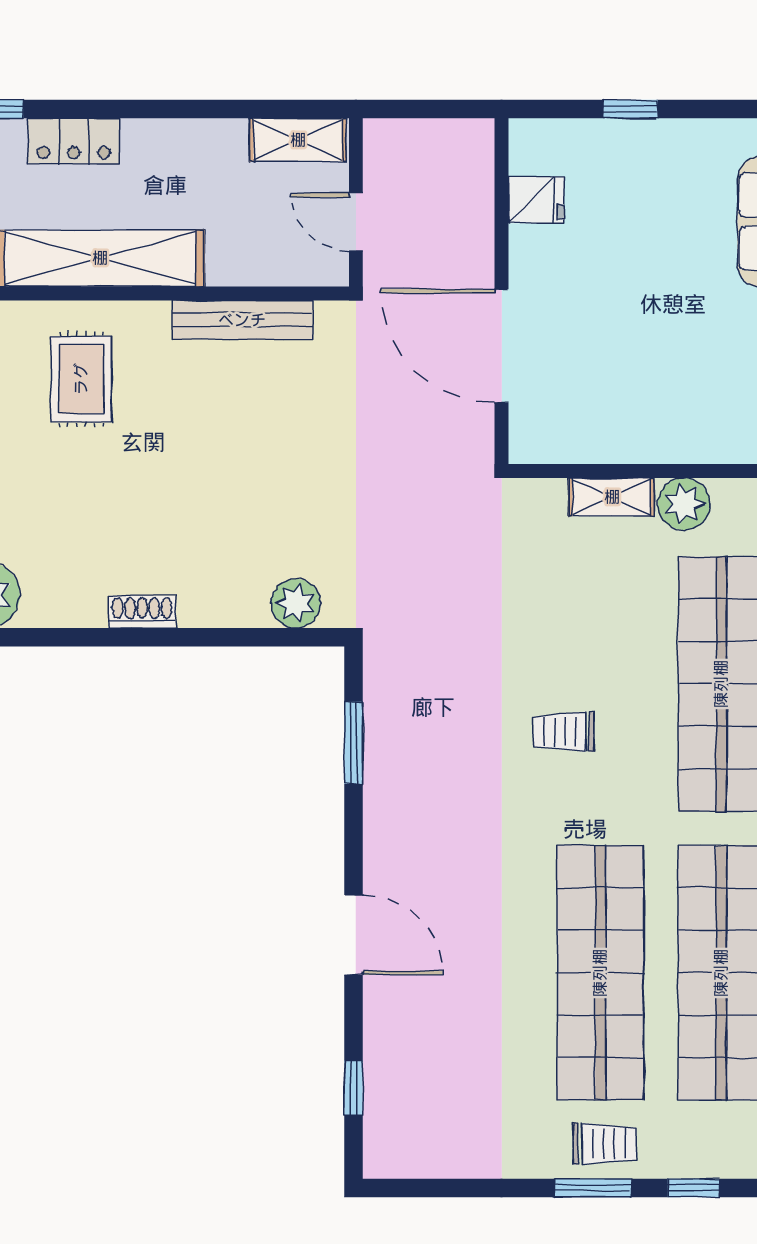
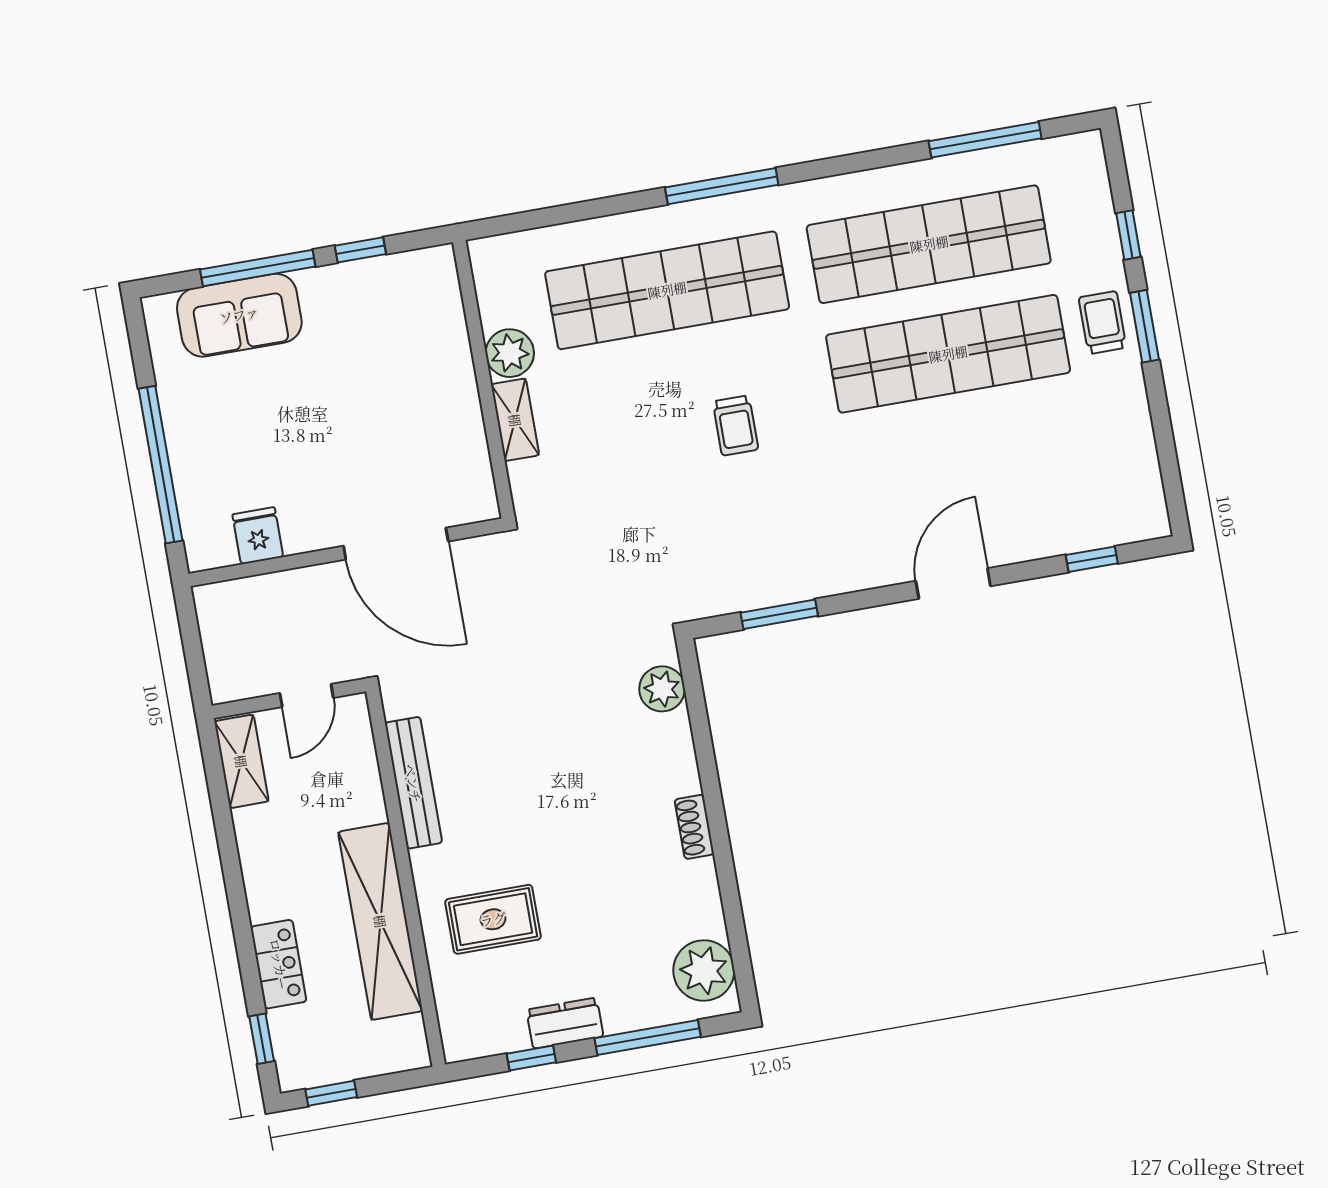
window: (630, 109) -> (160, 465), width x3.17
door: (502, 346) -> (396, 544), hinge flipped

